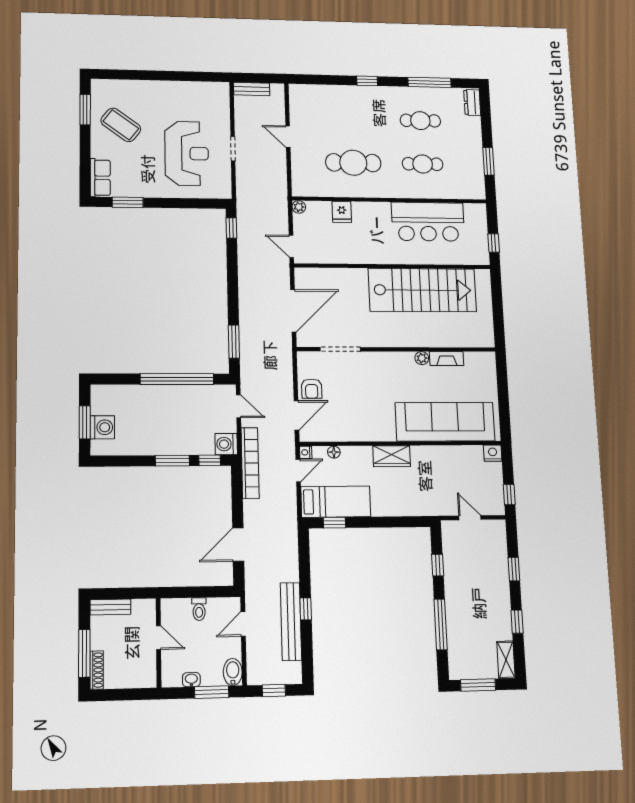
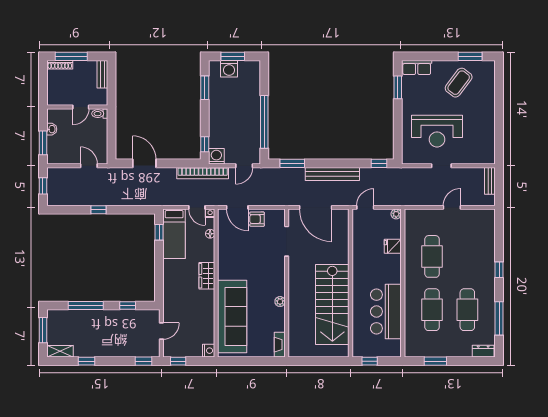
cafe table: (420, 121) -> (467, 310), width x1.37, depth x1.35
cafe table: (423, 164) -> (432, 310), width x1.37, depth x1.35
fireplace: (447, 359) -> (280, 345), moved
window: (172, 461) -> (205, 88), moved
window: (514, 569) -> (144, 361), moved
toilet: (199, 609) -> (100, 114), moved
bench: (291, 622) -> (332, 174), moved
bidet: (233, 672) -> (56, 158), removed

